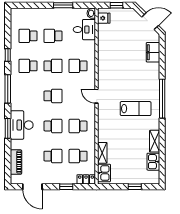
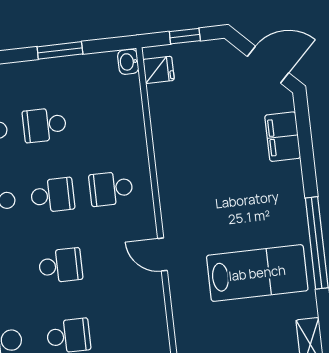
desk: (84, 30) -> (116, 102), removed
lab bench: (136, 109) -> (257, 273), width x1.36, depth x1.39
school desk: (78, 126) -> (127, 329), removed

